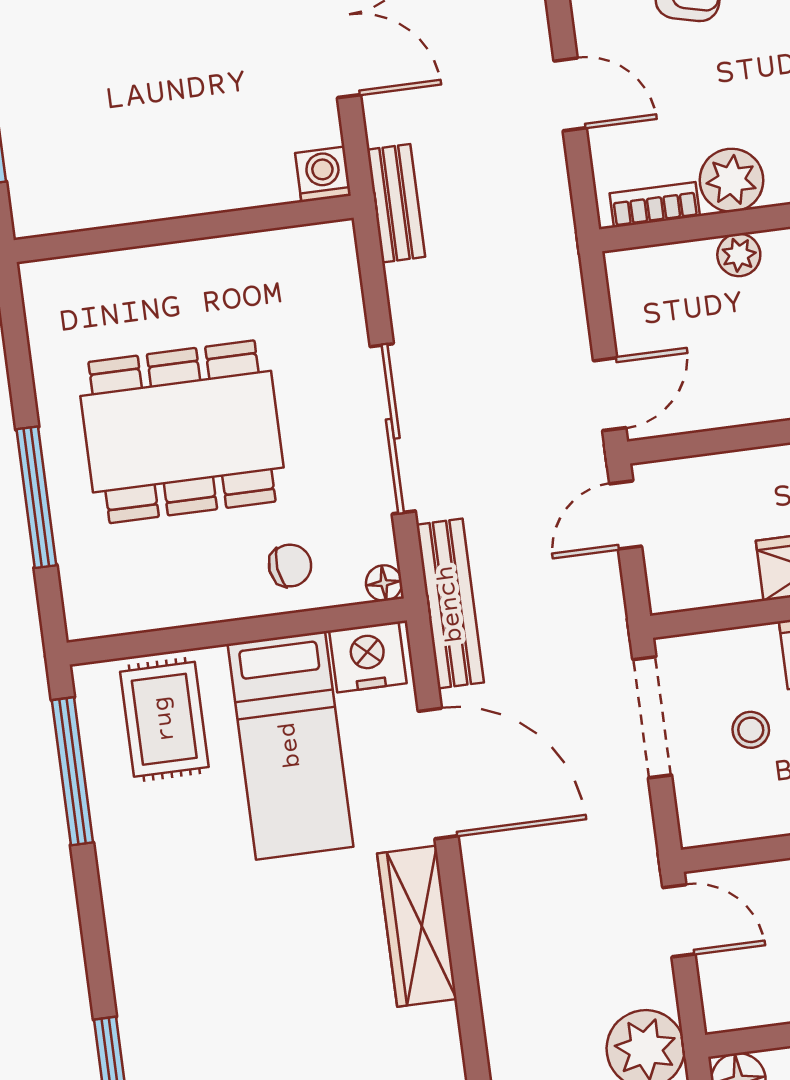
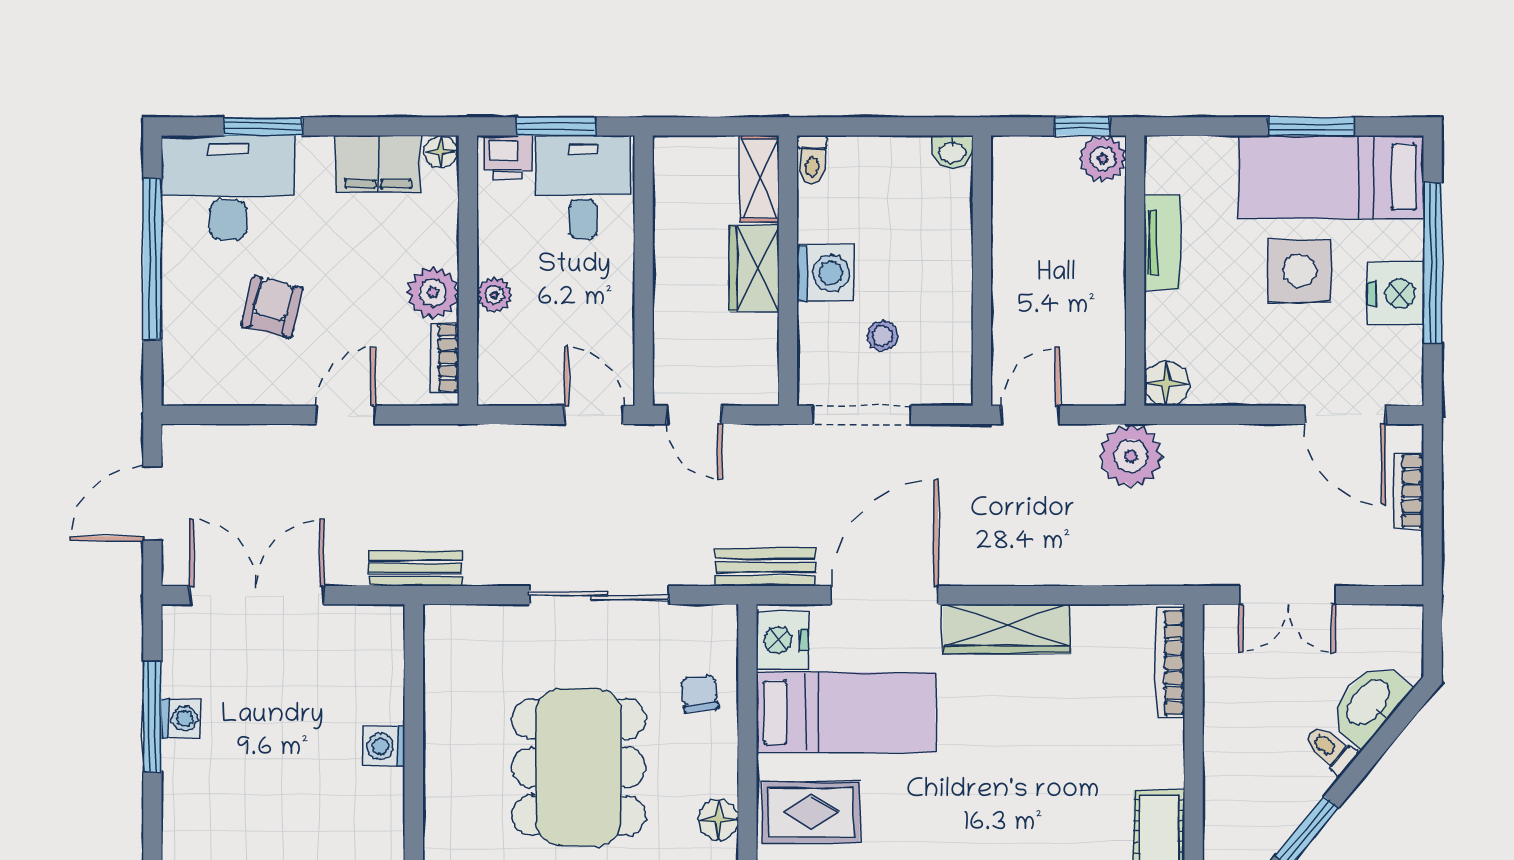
washing machine: (323, 174) -> (384, 746), moved
floor lamp: (384, 583) -> (718, 820), moved, width x1.37, depth x1.37
bench: (450, 604) -> (766, 567), width x0.73

